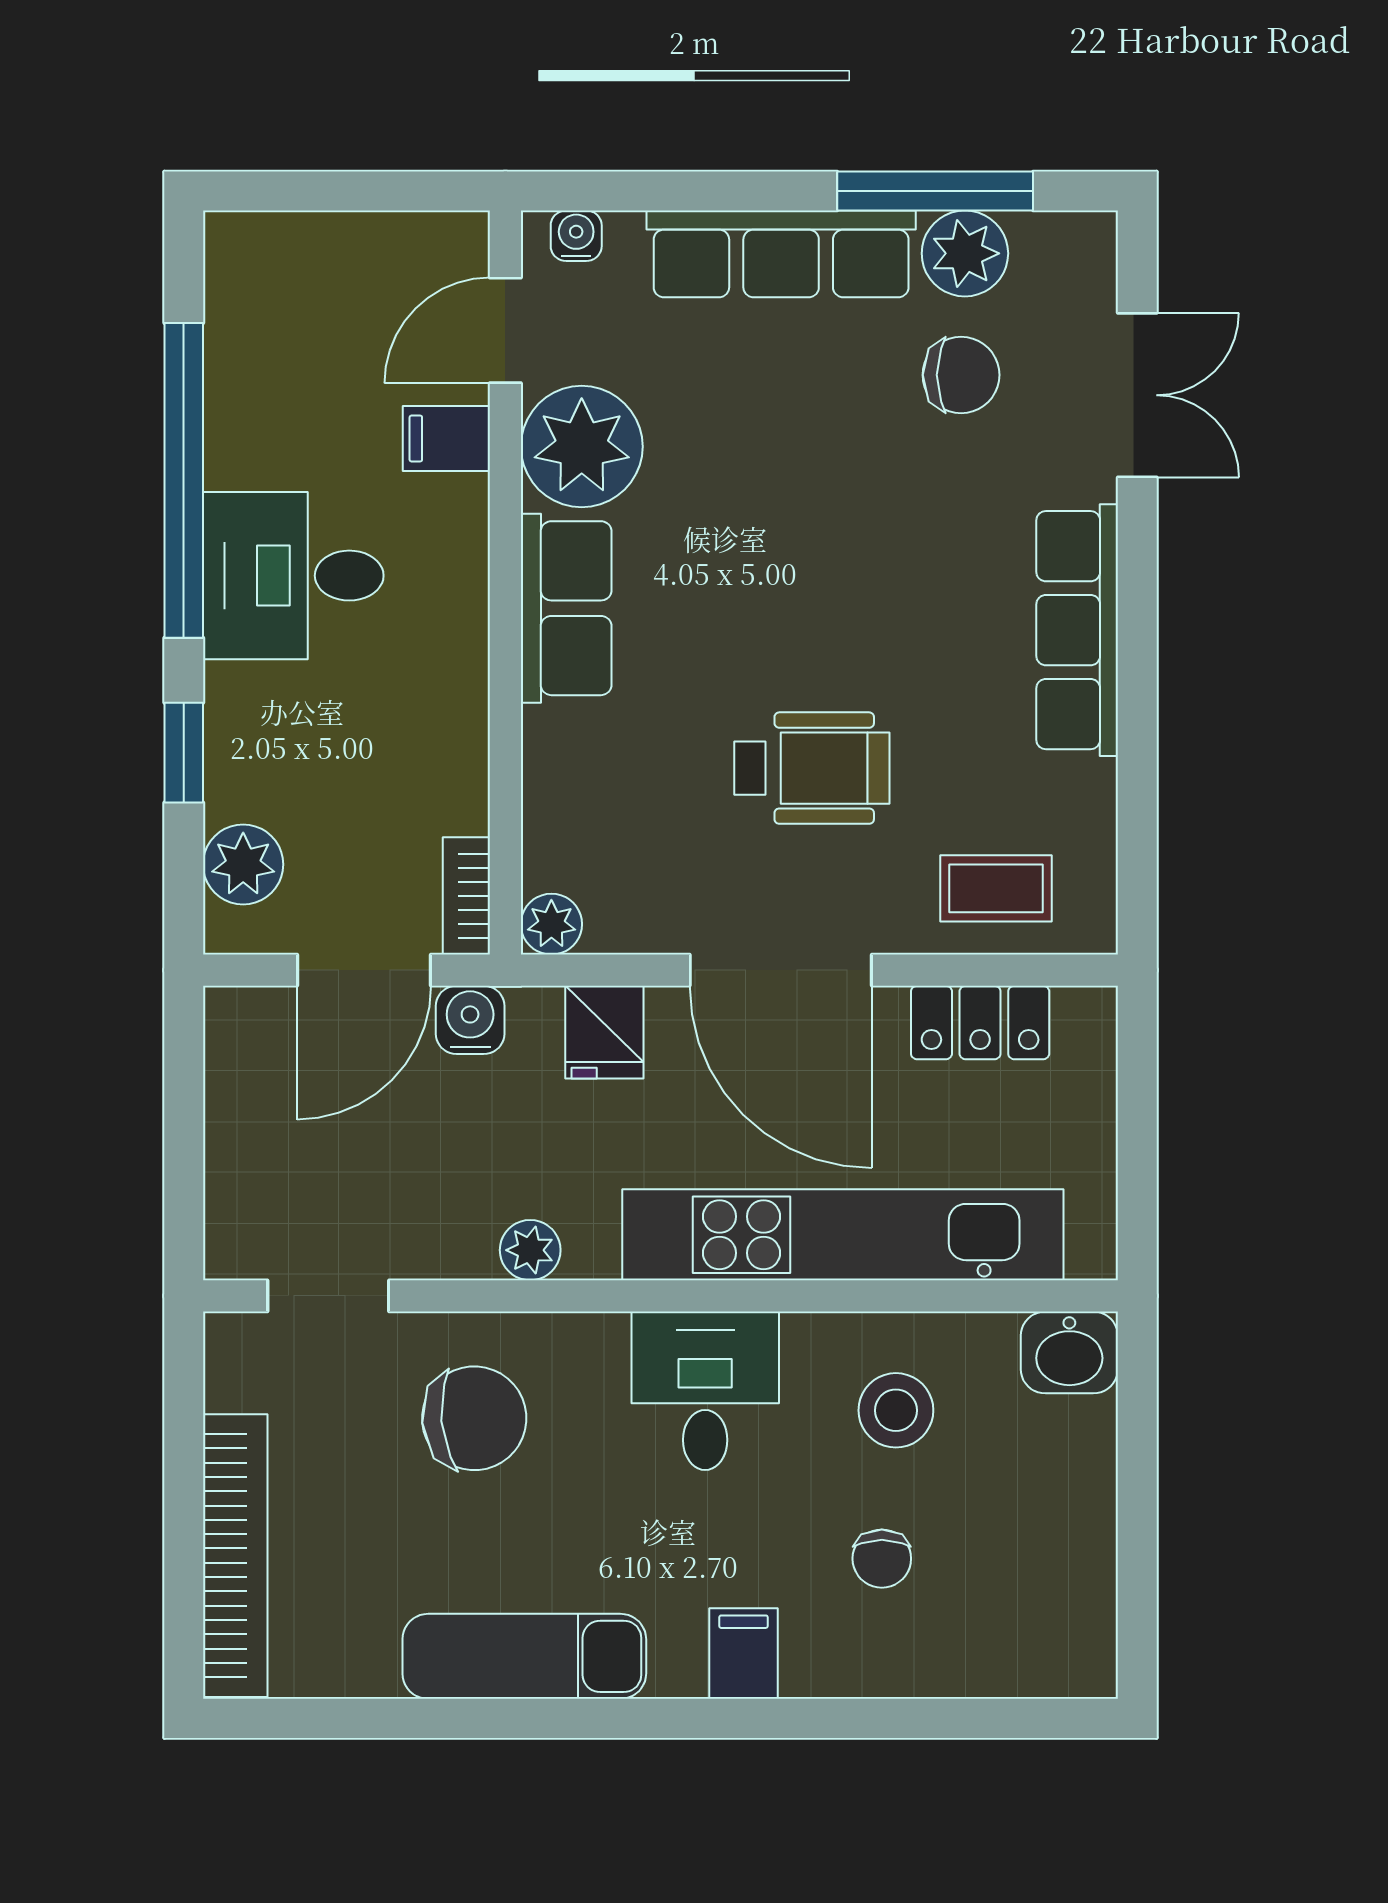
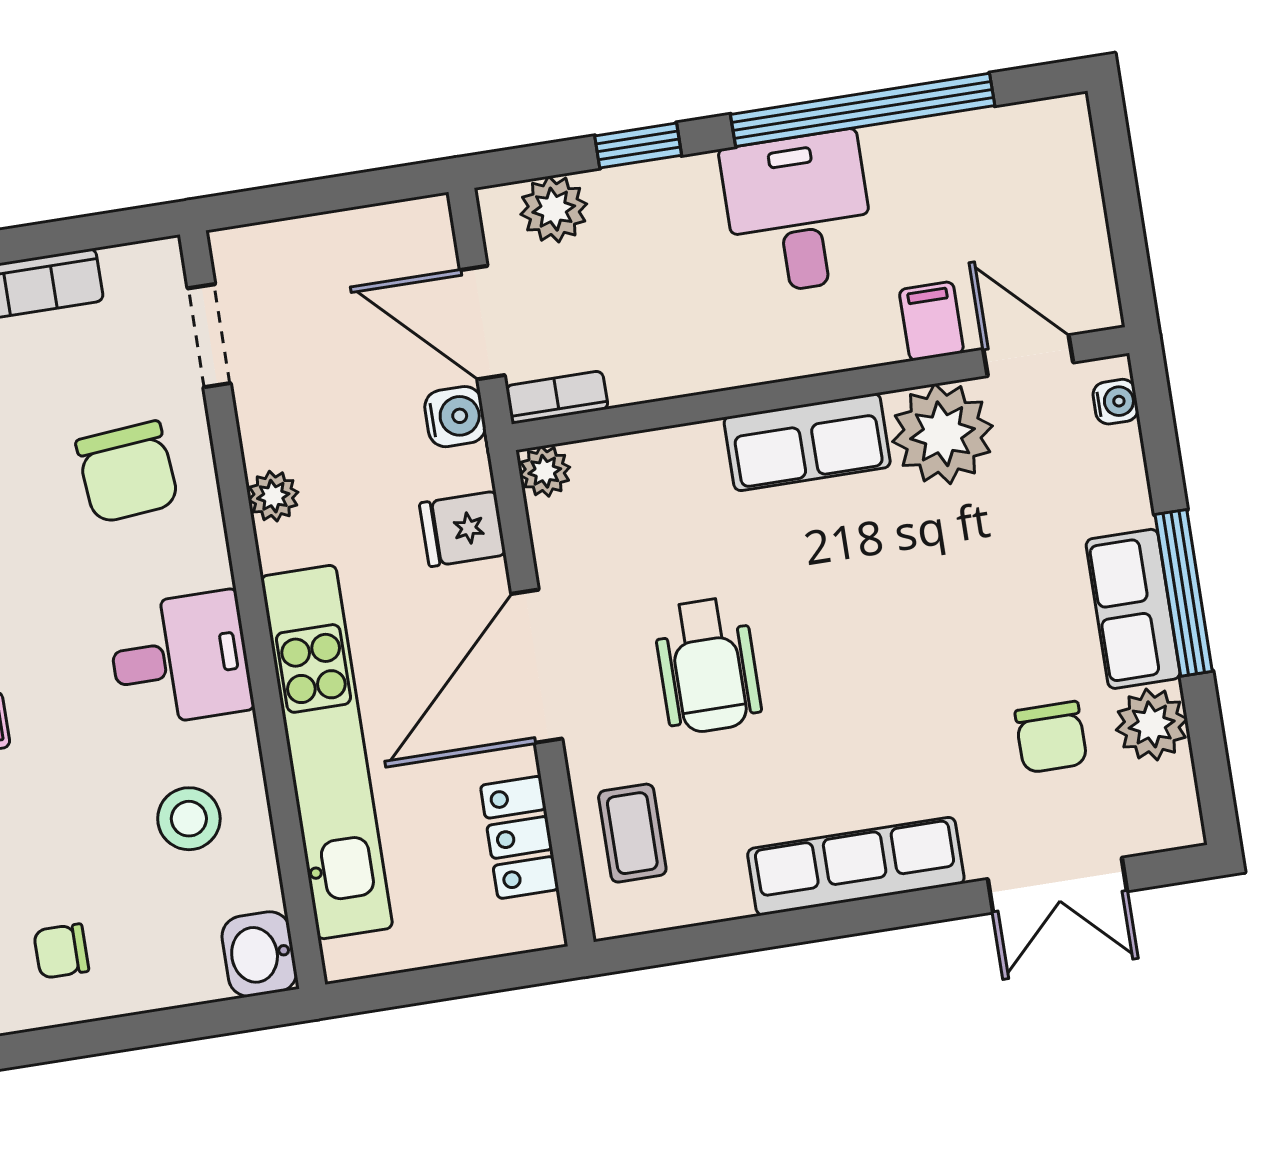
window: (935, 191) -> (1184, 593), moved
row of seats: (781, 254) -> (1133, 609), width x0.68
chair: (882, 1559) -> (61, 951), moved

